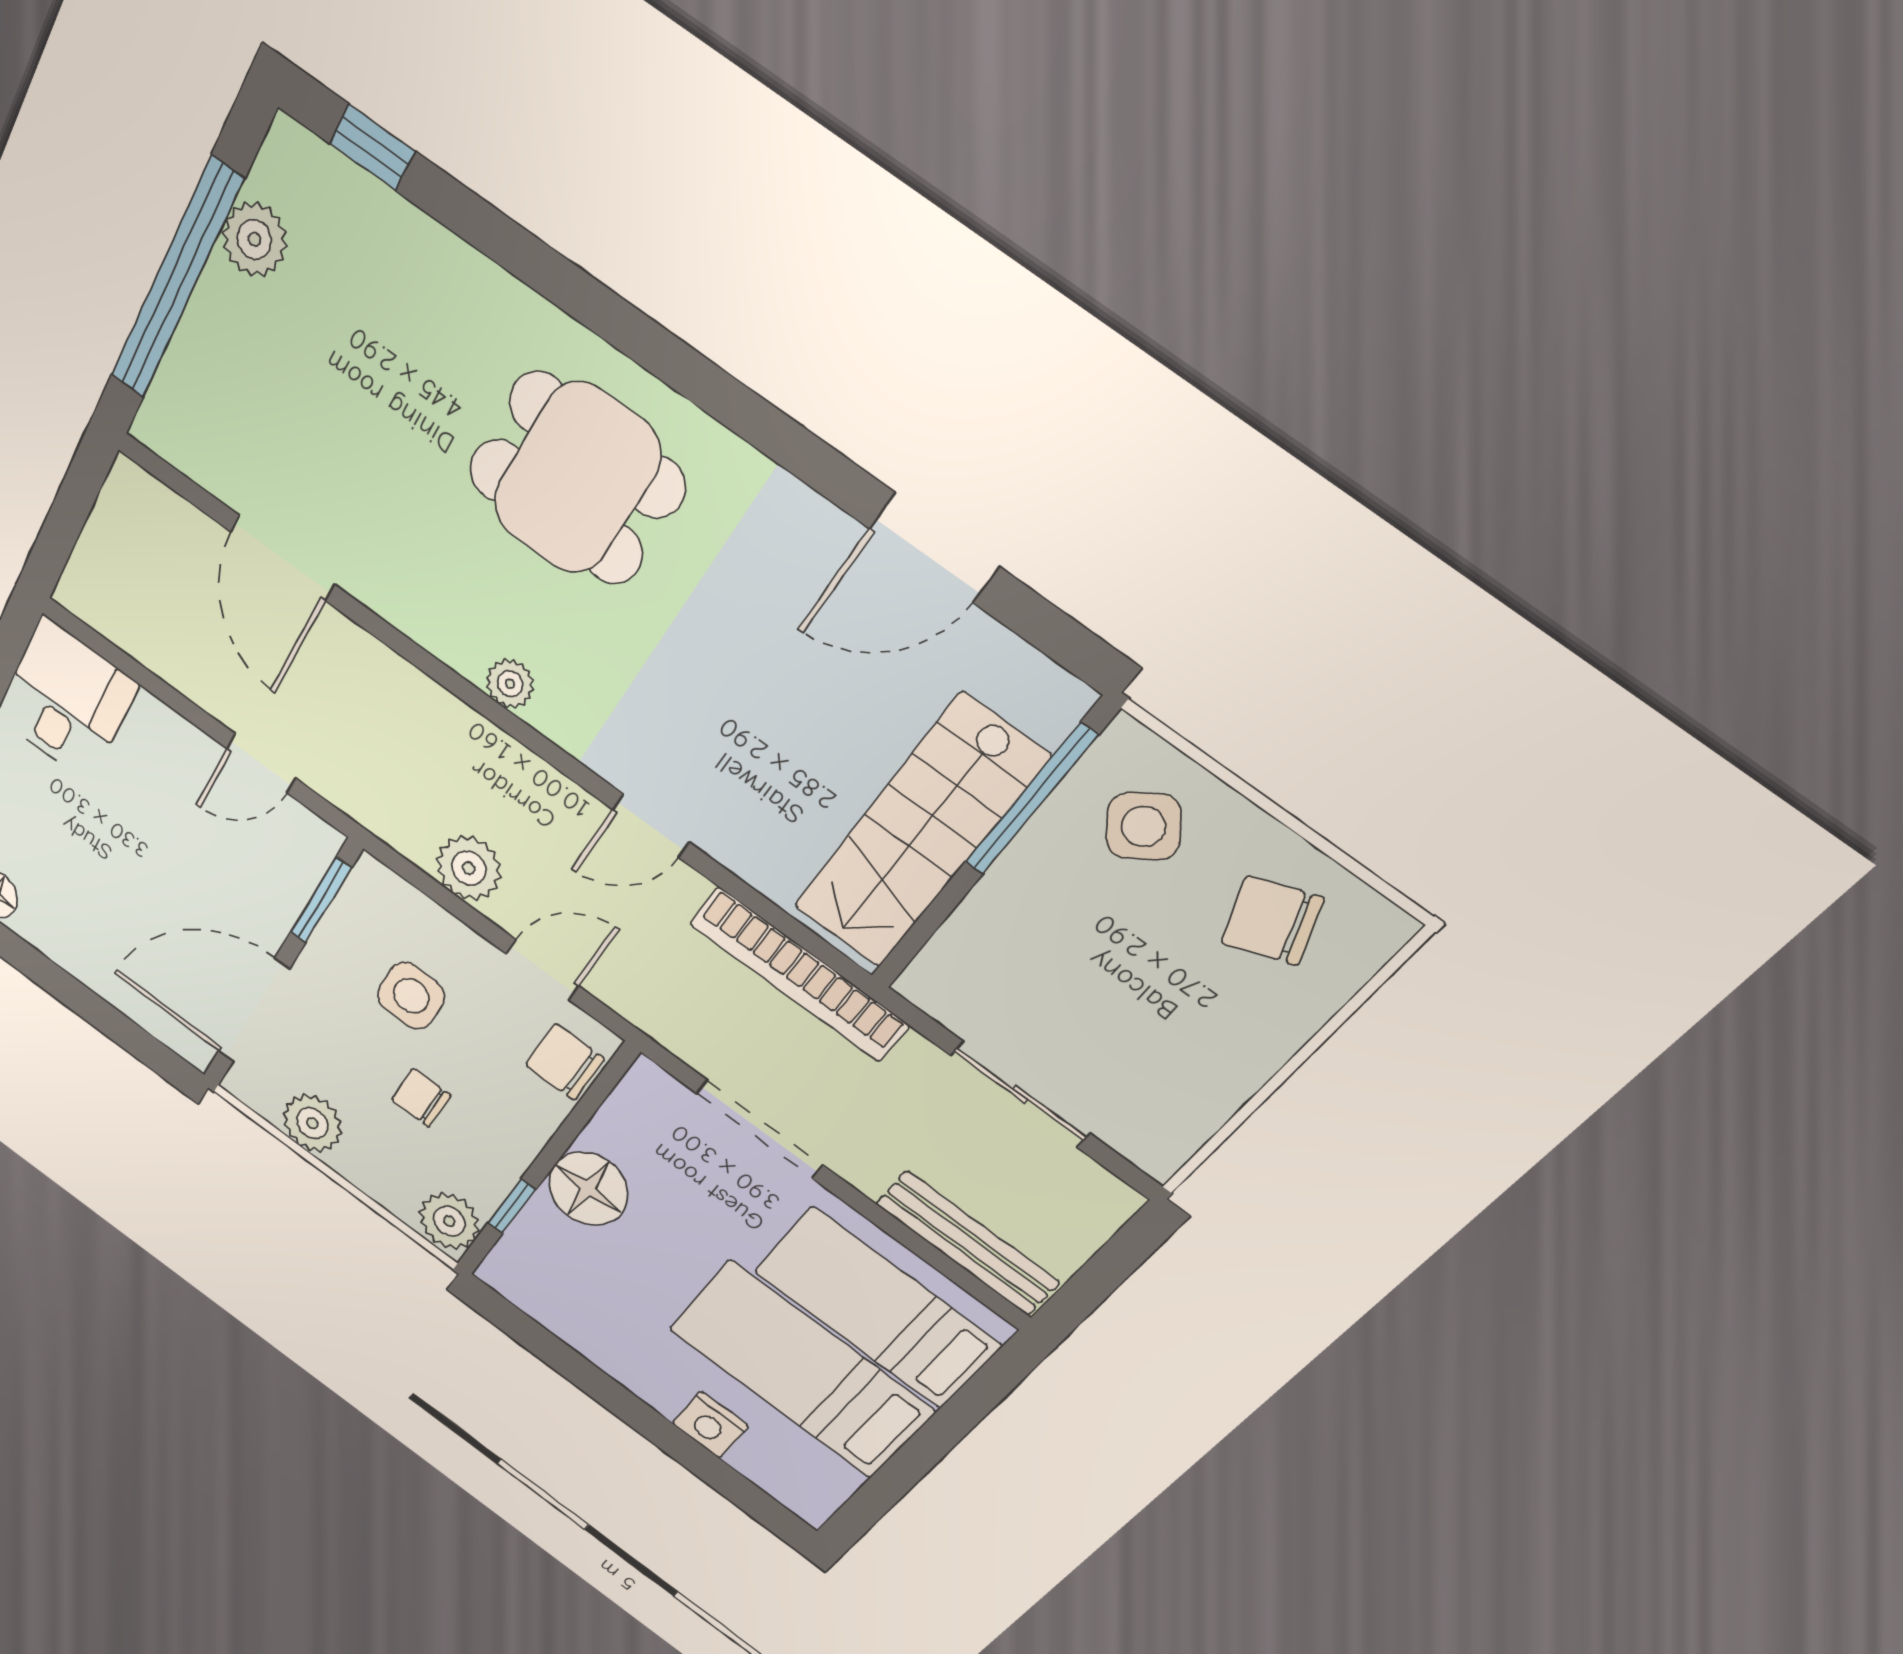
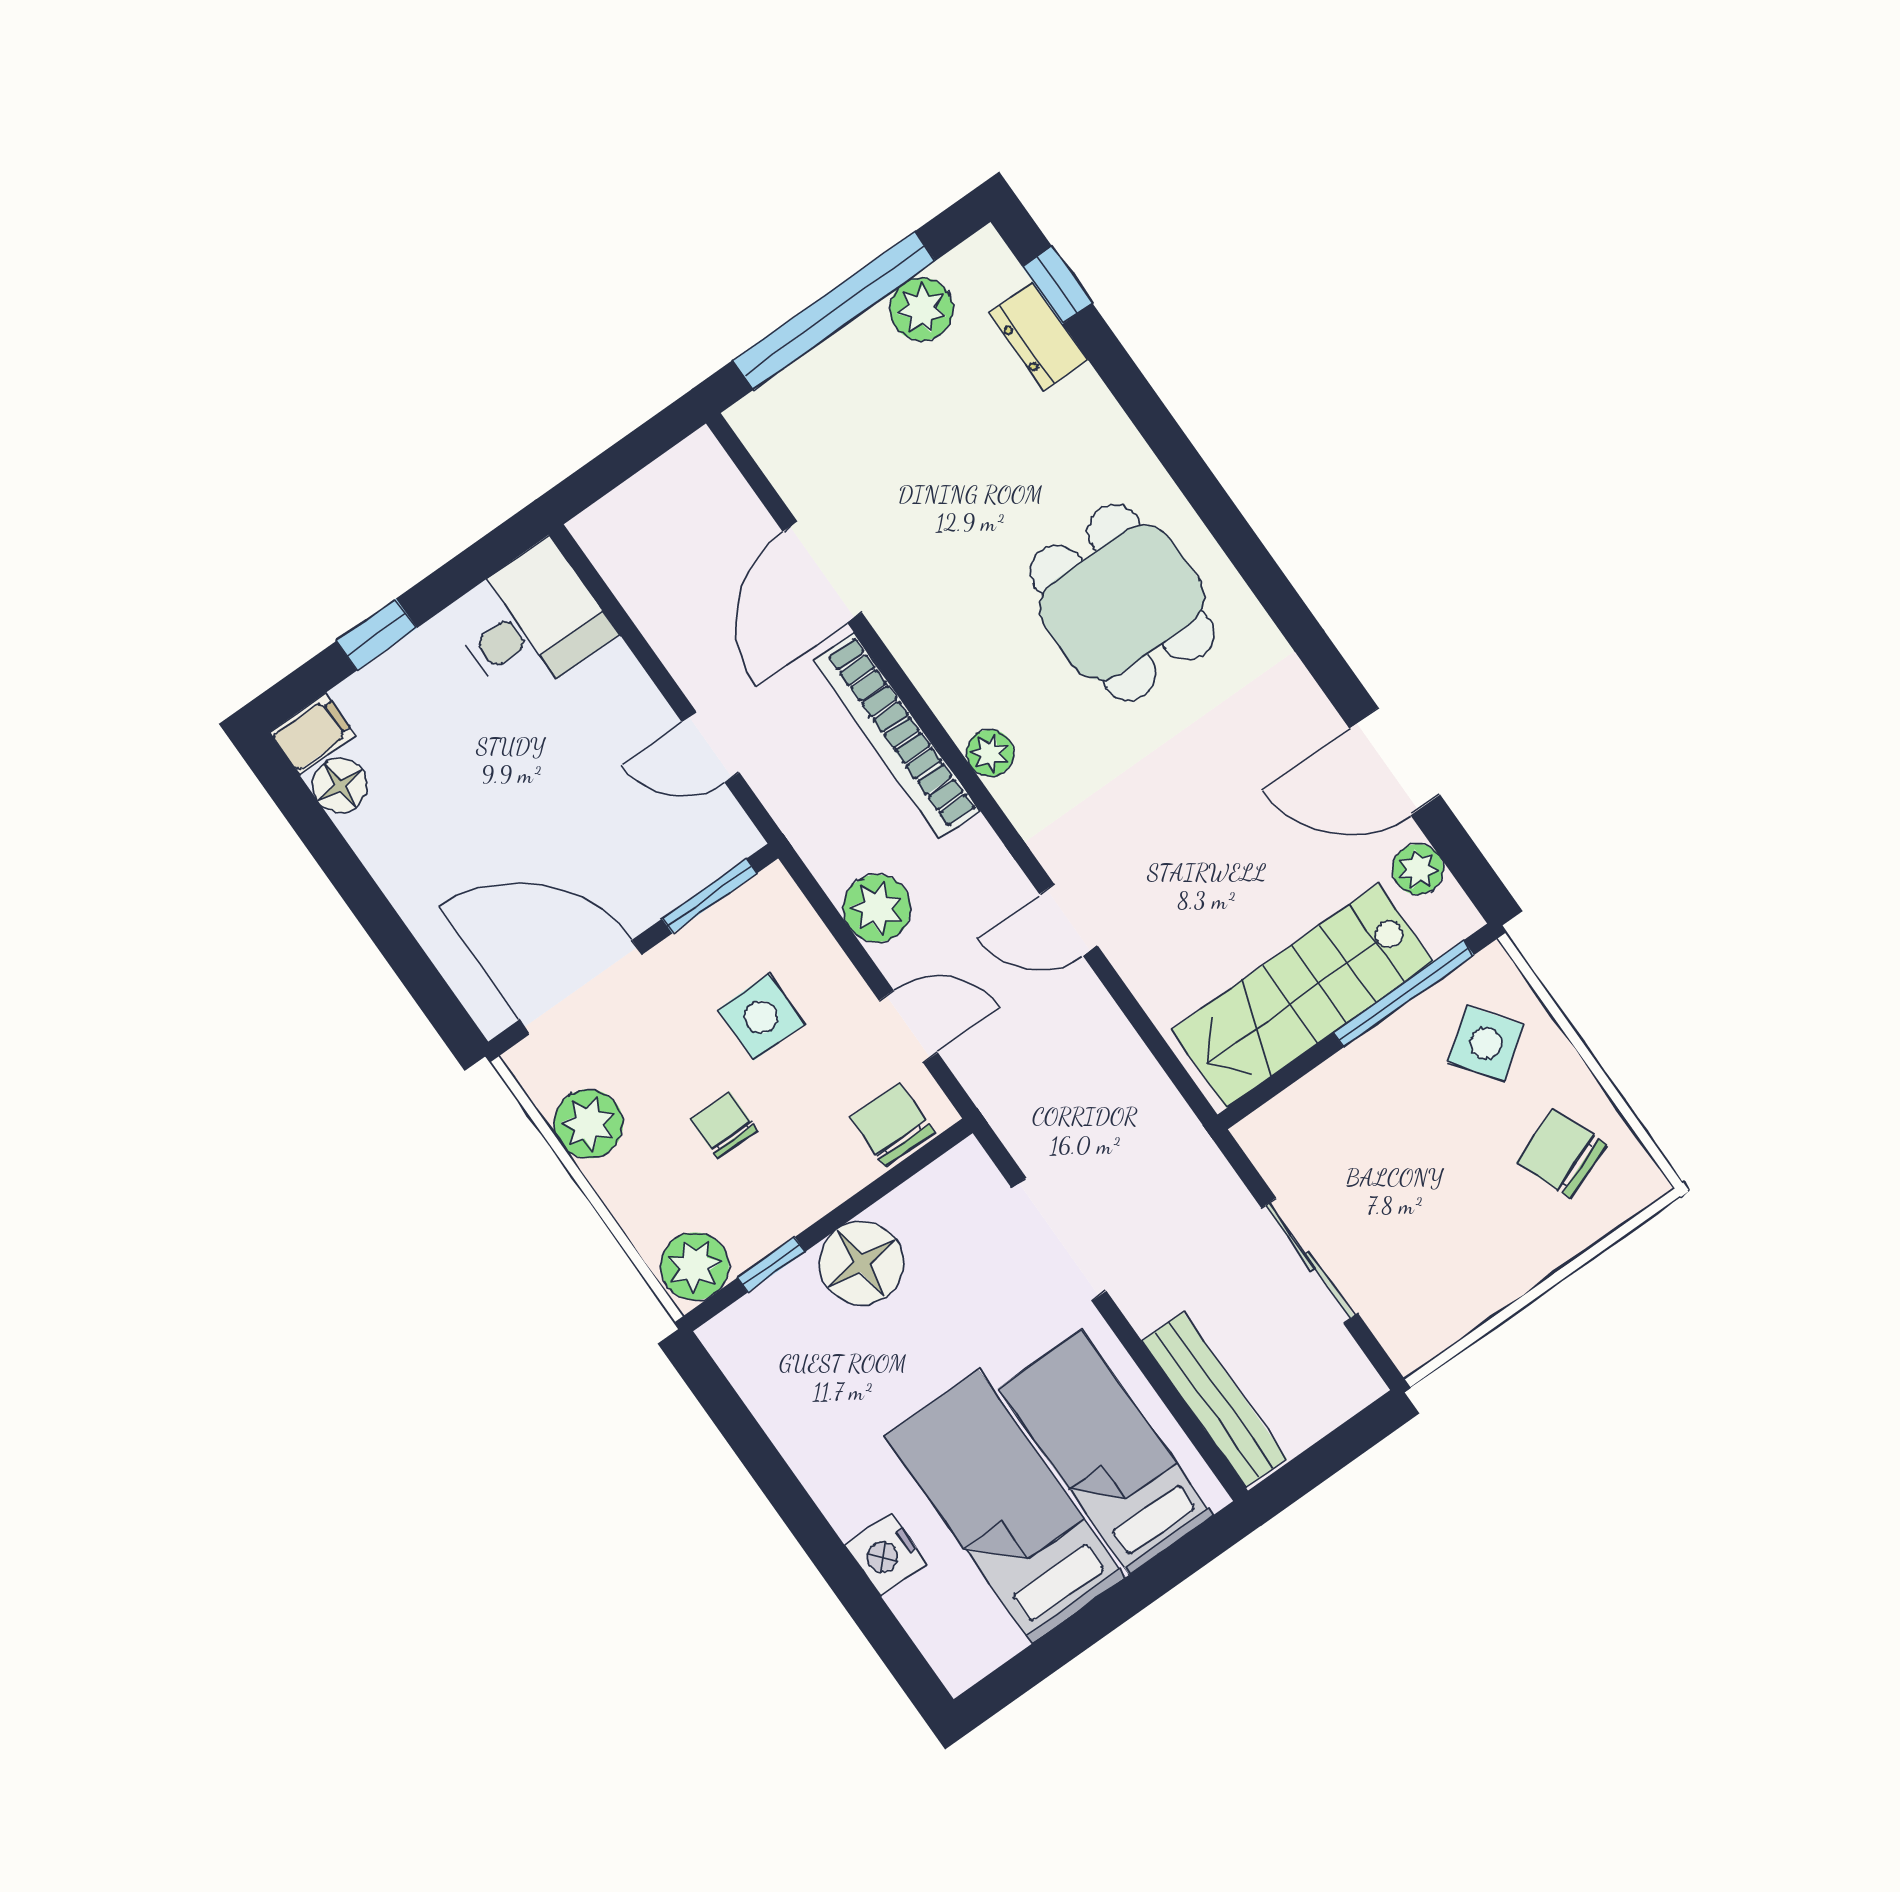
dresser: (377, 216) -> (1038, 336), added
plant: (1002, 660) -> (1418, 869), added
bookcase: (799, 974) -> (897, 736), moved

